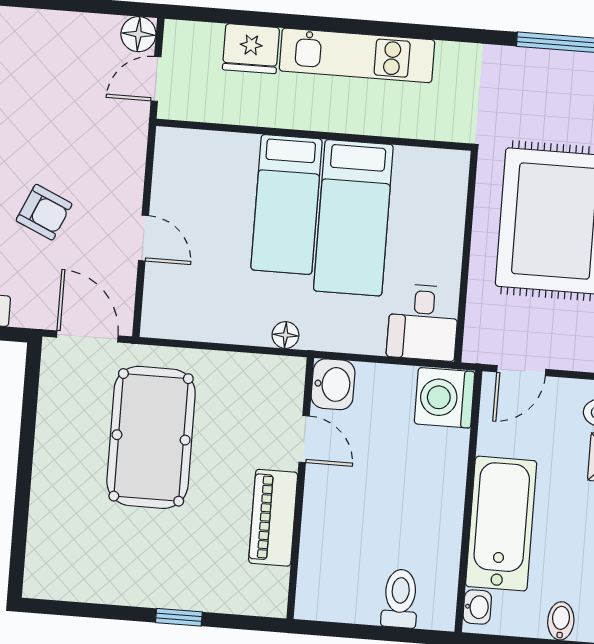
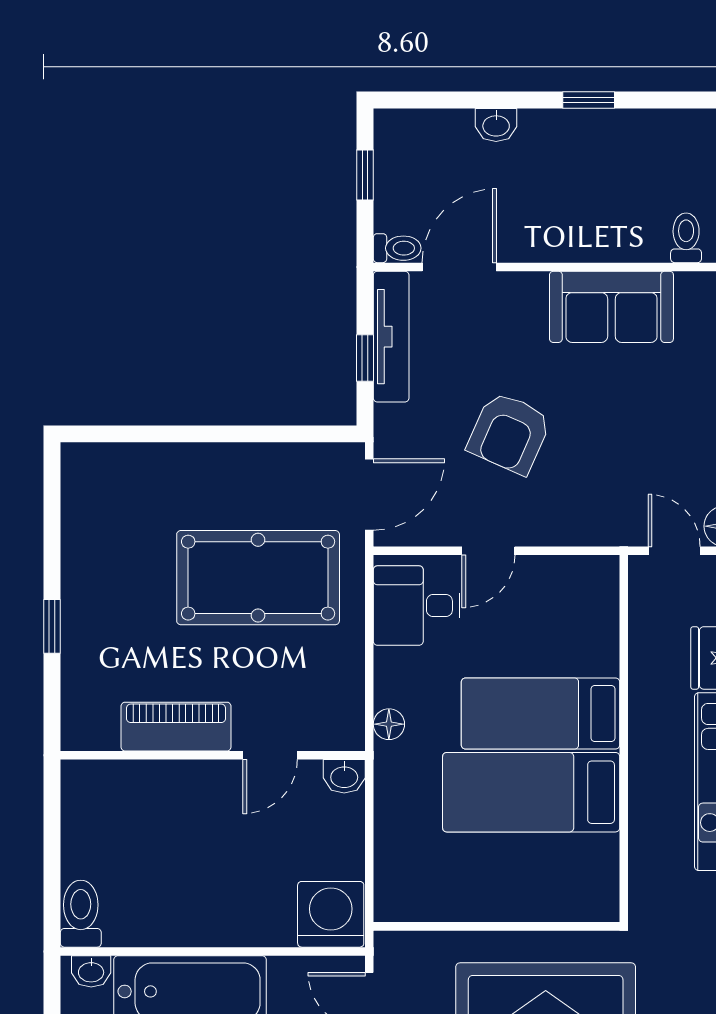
armchair: (44, 212) -> (509, 433), width x1.38, depth x1.38
desk: (423, 322) -> (416, 606), moved
washbasin: (333, 384) -> (344, 776), width x0.72, depth x0.69
toilet: (400, 598) -> (81, 914), moved, turned -90

